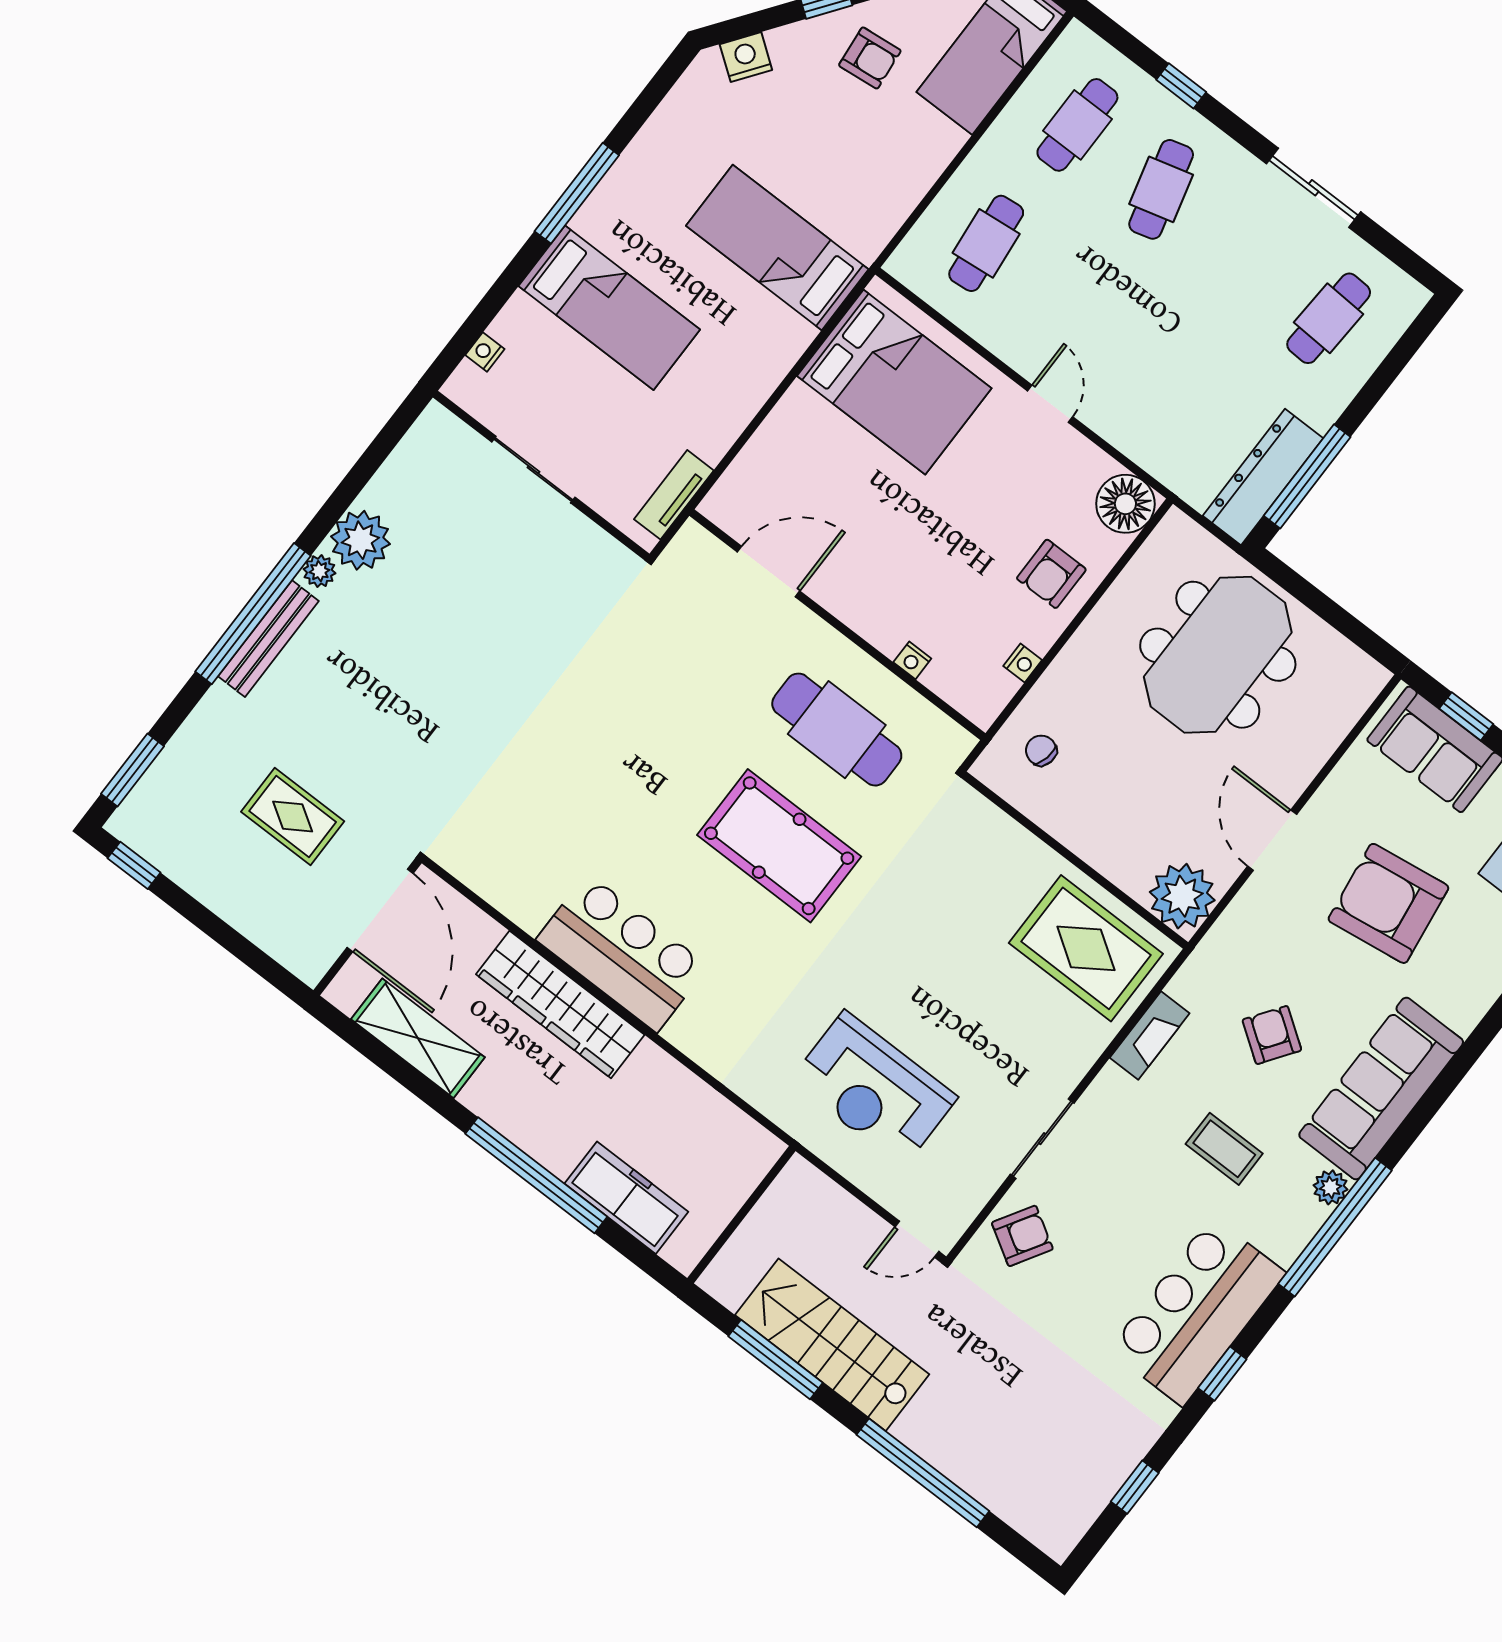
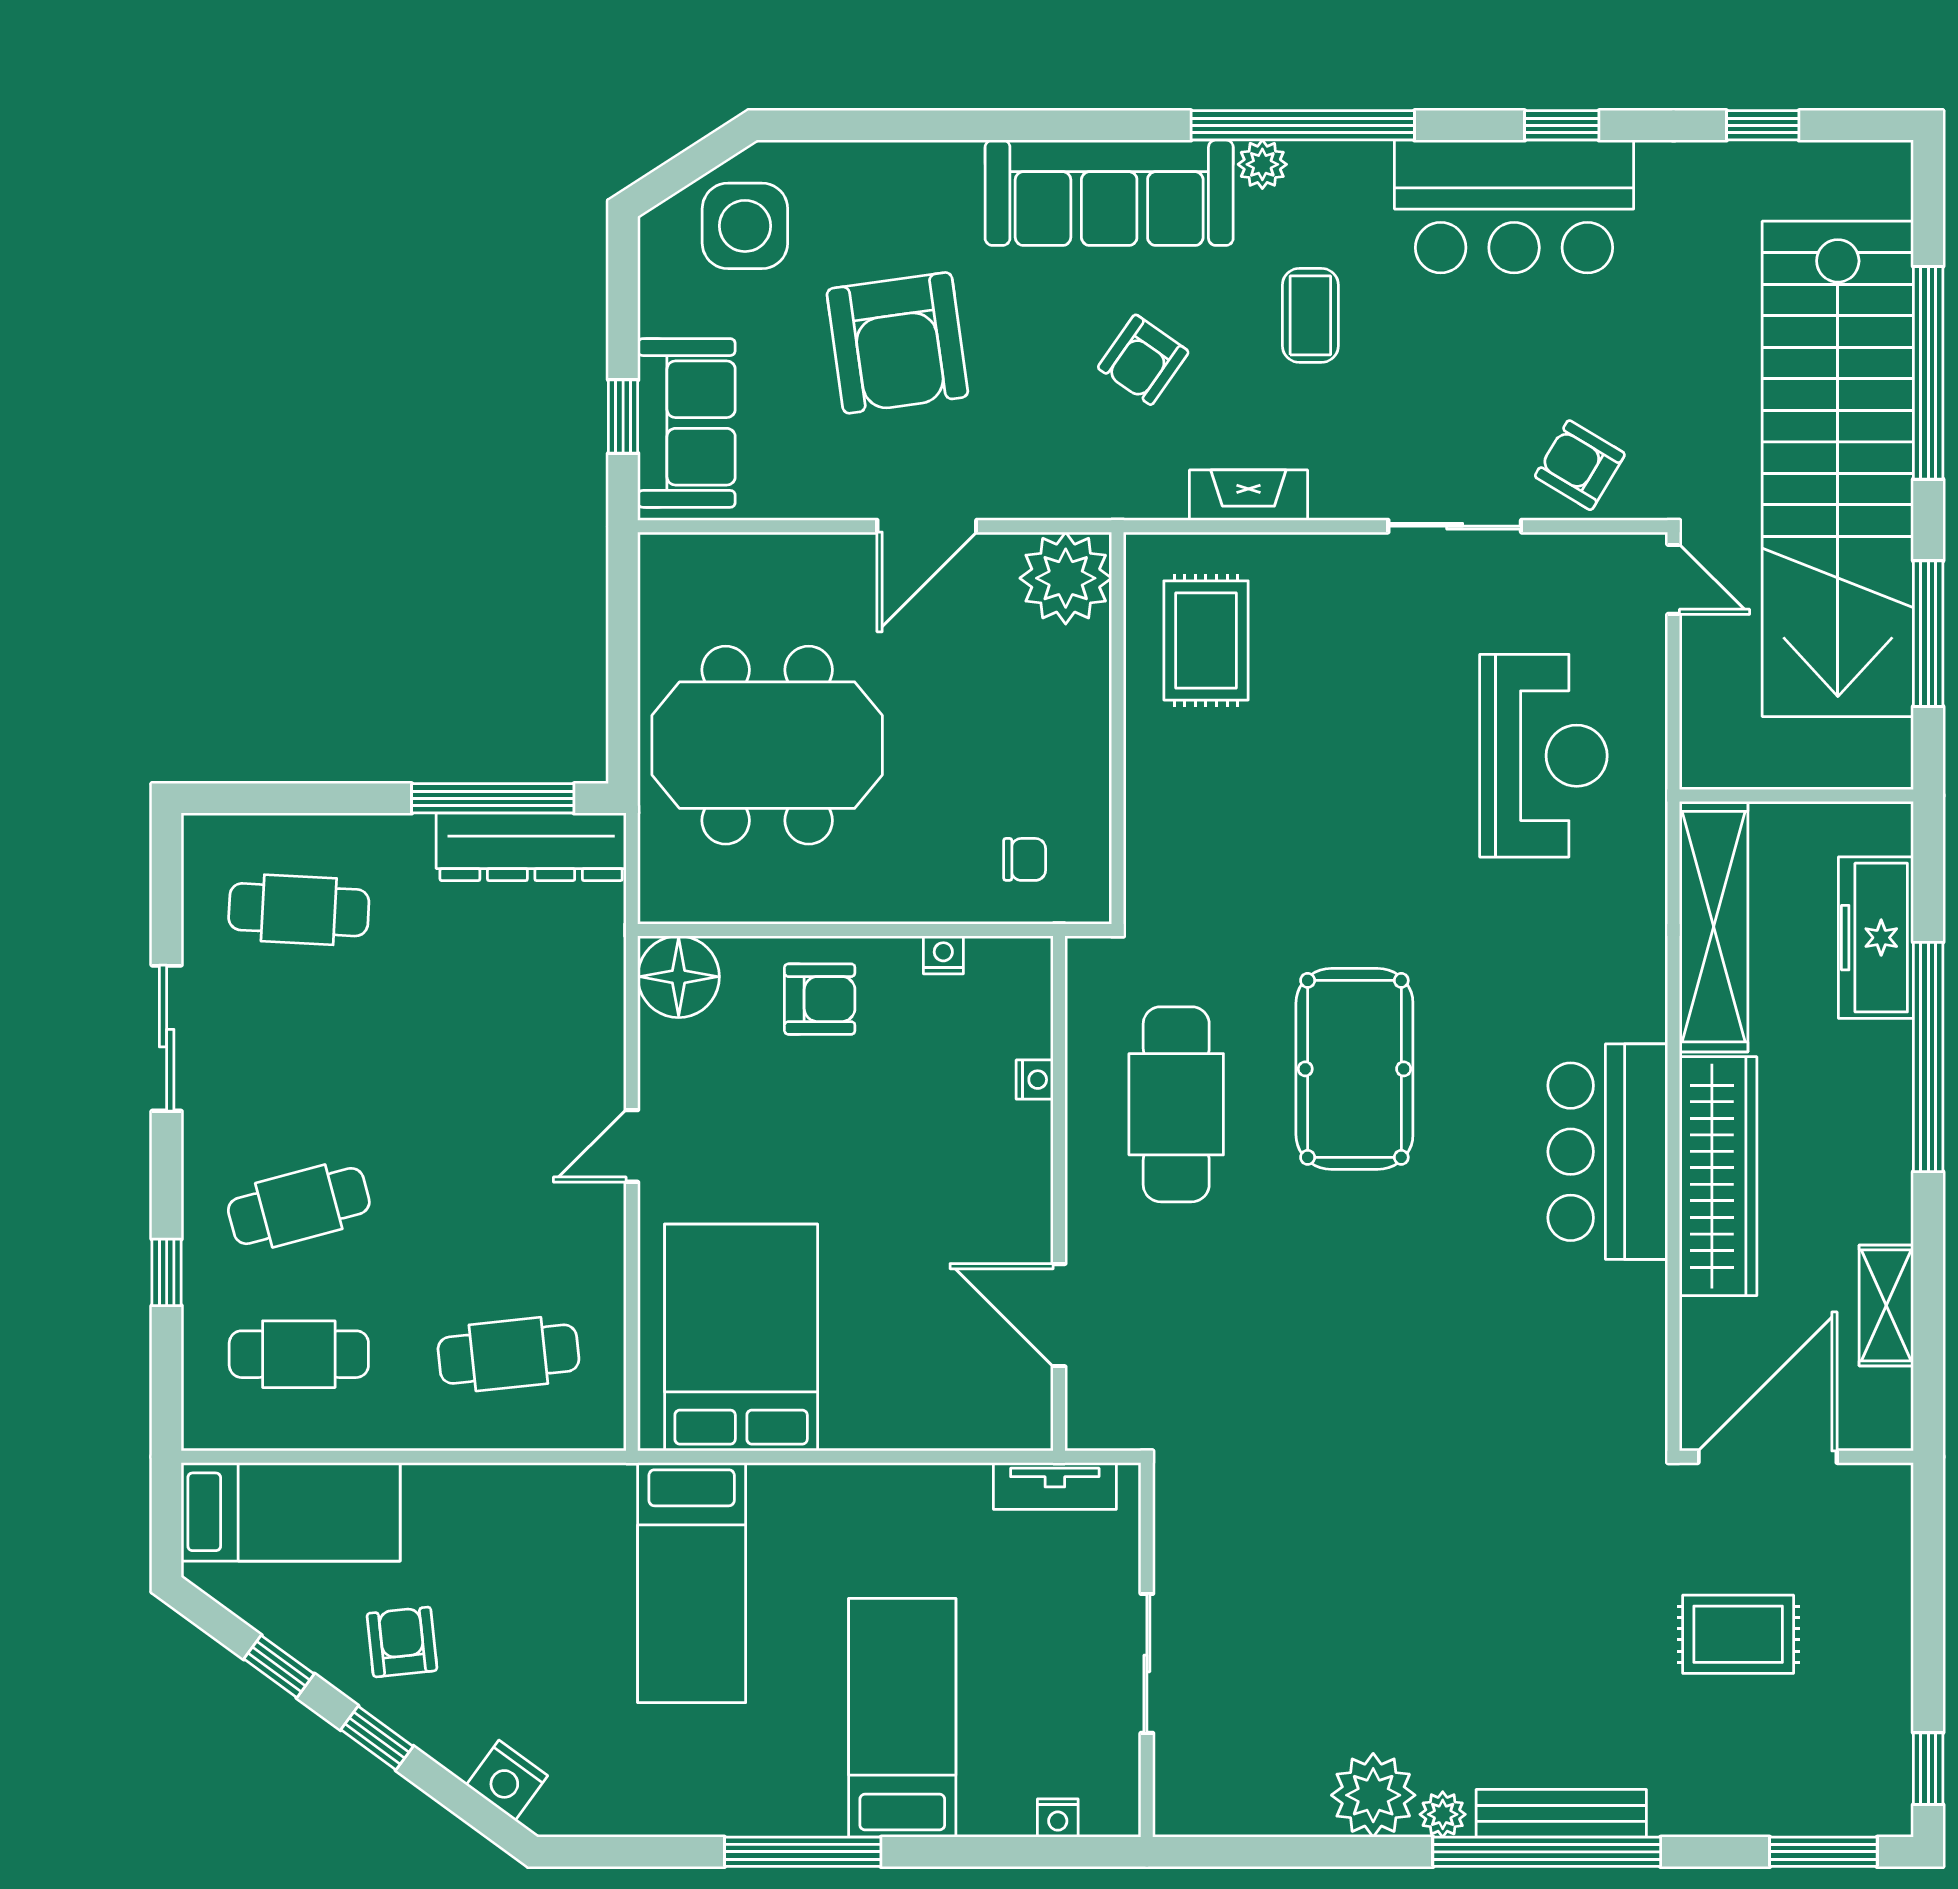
chair: (1041, 750) -> (1025, 859), turned -102
rug: (293, 816) -> (1738, 1634), turned 90
rug: (1086, 948) -> (1206, 640), width x0.73, depth x0.70
shelving: (418, 1038) -> (1886, 1305), width x0.67, depth x0.75
shelving: (703, 1111) -> (1714, 927), added
stairs: (832, 1345) -> (1838, 469), width x1.86, depth x1.51

